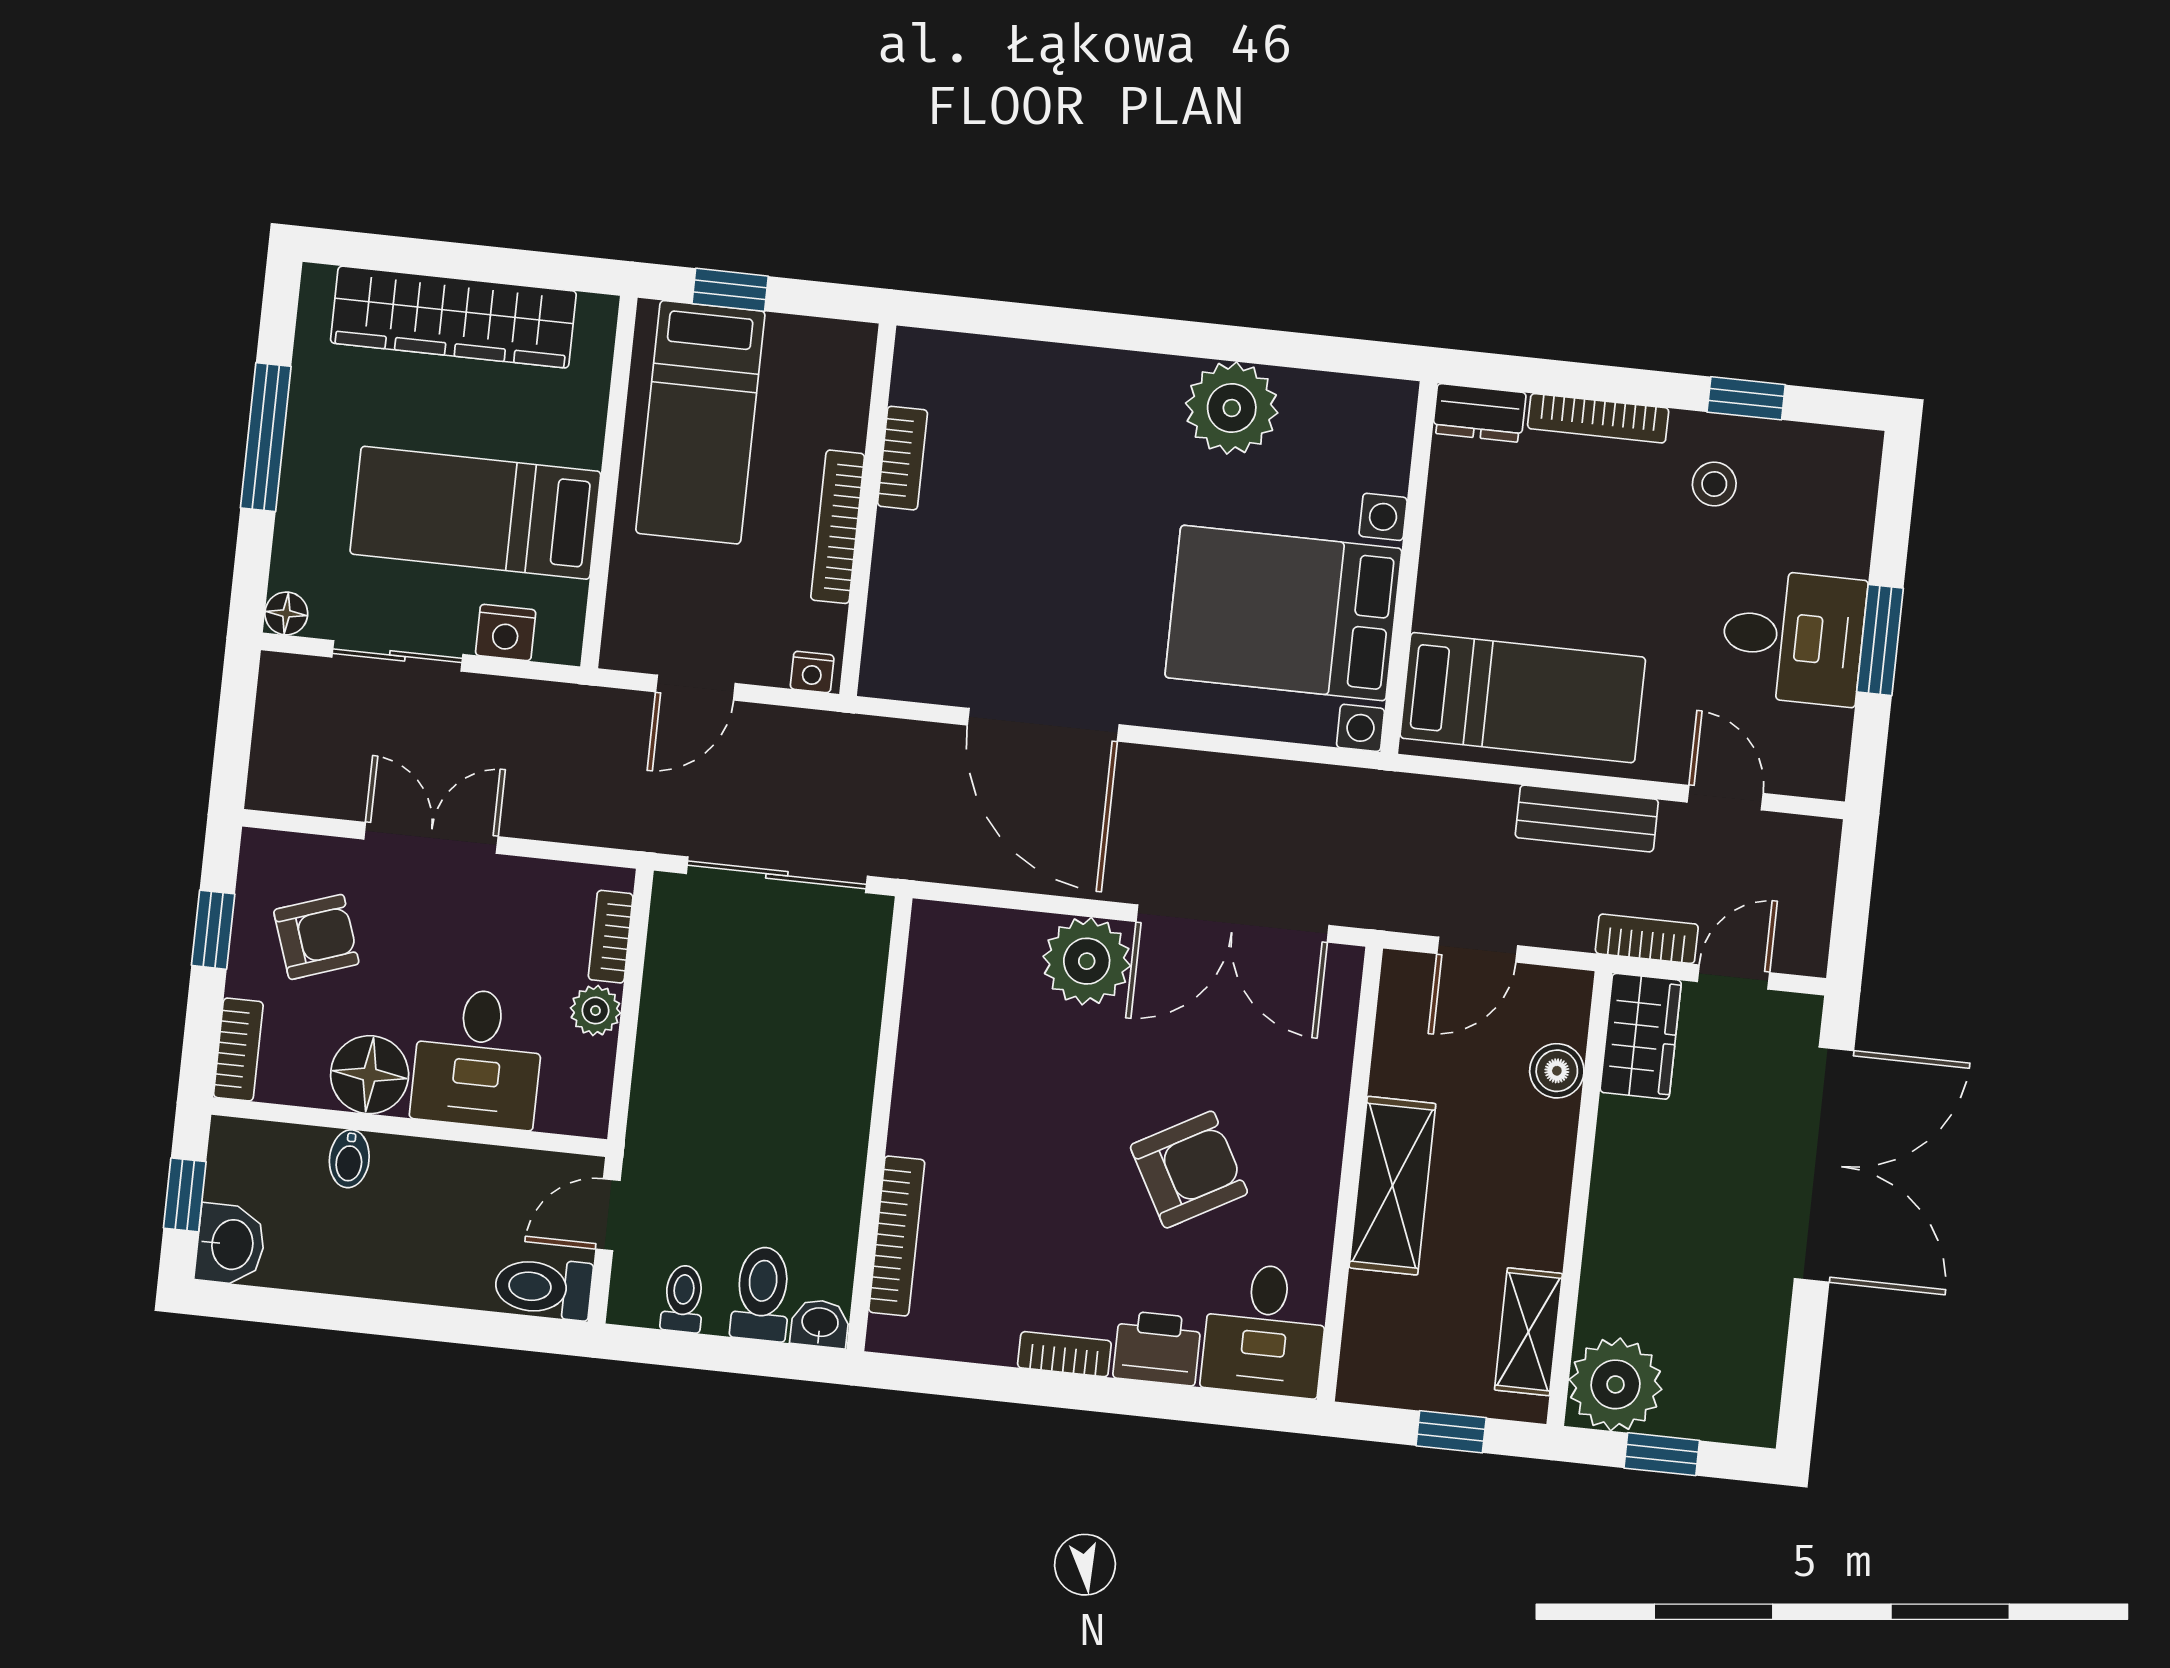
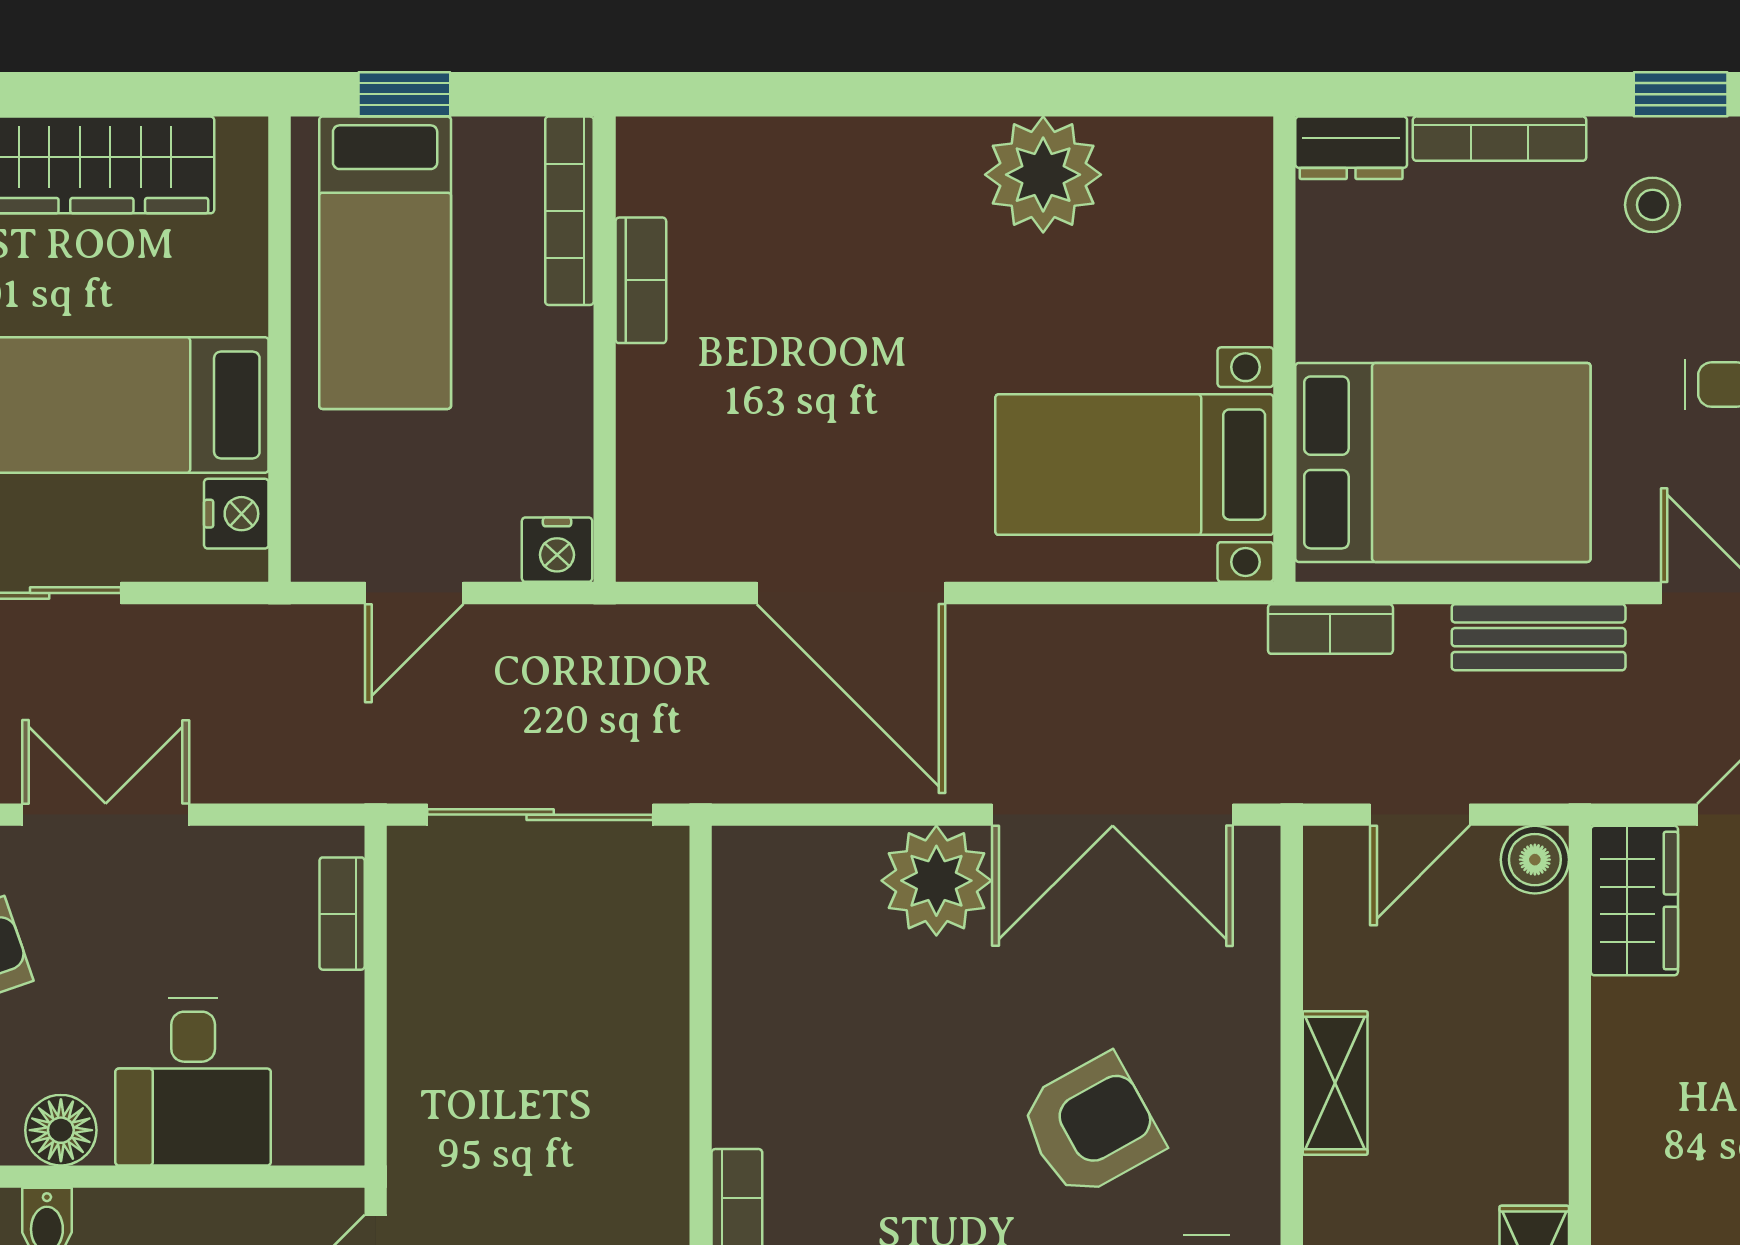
bookcase: (838, 527) -> (569, 211), moved
bed with nightstands: (1283, 613) -> (1134, 465), width x0.73
nightstand: (506, 633) -> (236, 514), moved, turned -90
nightstand: (812, 672) -> (557, 550), width x1.39, depth x1.35
bed: (1523, 698) -> (1443, 462), width x1.50
bookcase: (1647, 939) -> (1330, 629), moved, turned 180
plant: (595, 1011) -> (333, 1007), removed
boiler: (1557, 1071) -> (1535, 860), moved
floor lamp: (370, 1075) -> (61, 1130), width x0.73, depth x0.73
shelving: (1392, 1186) -> (1335, 1083), width x0.67, depth x0.75

